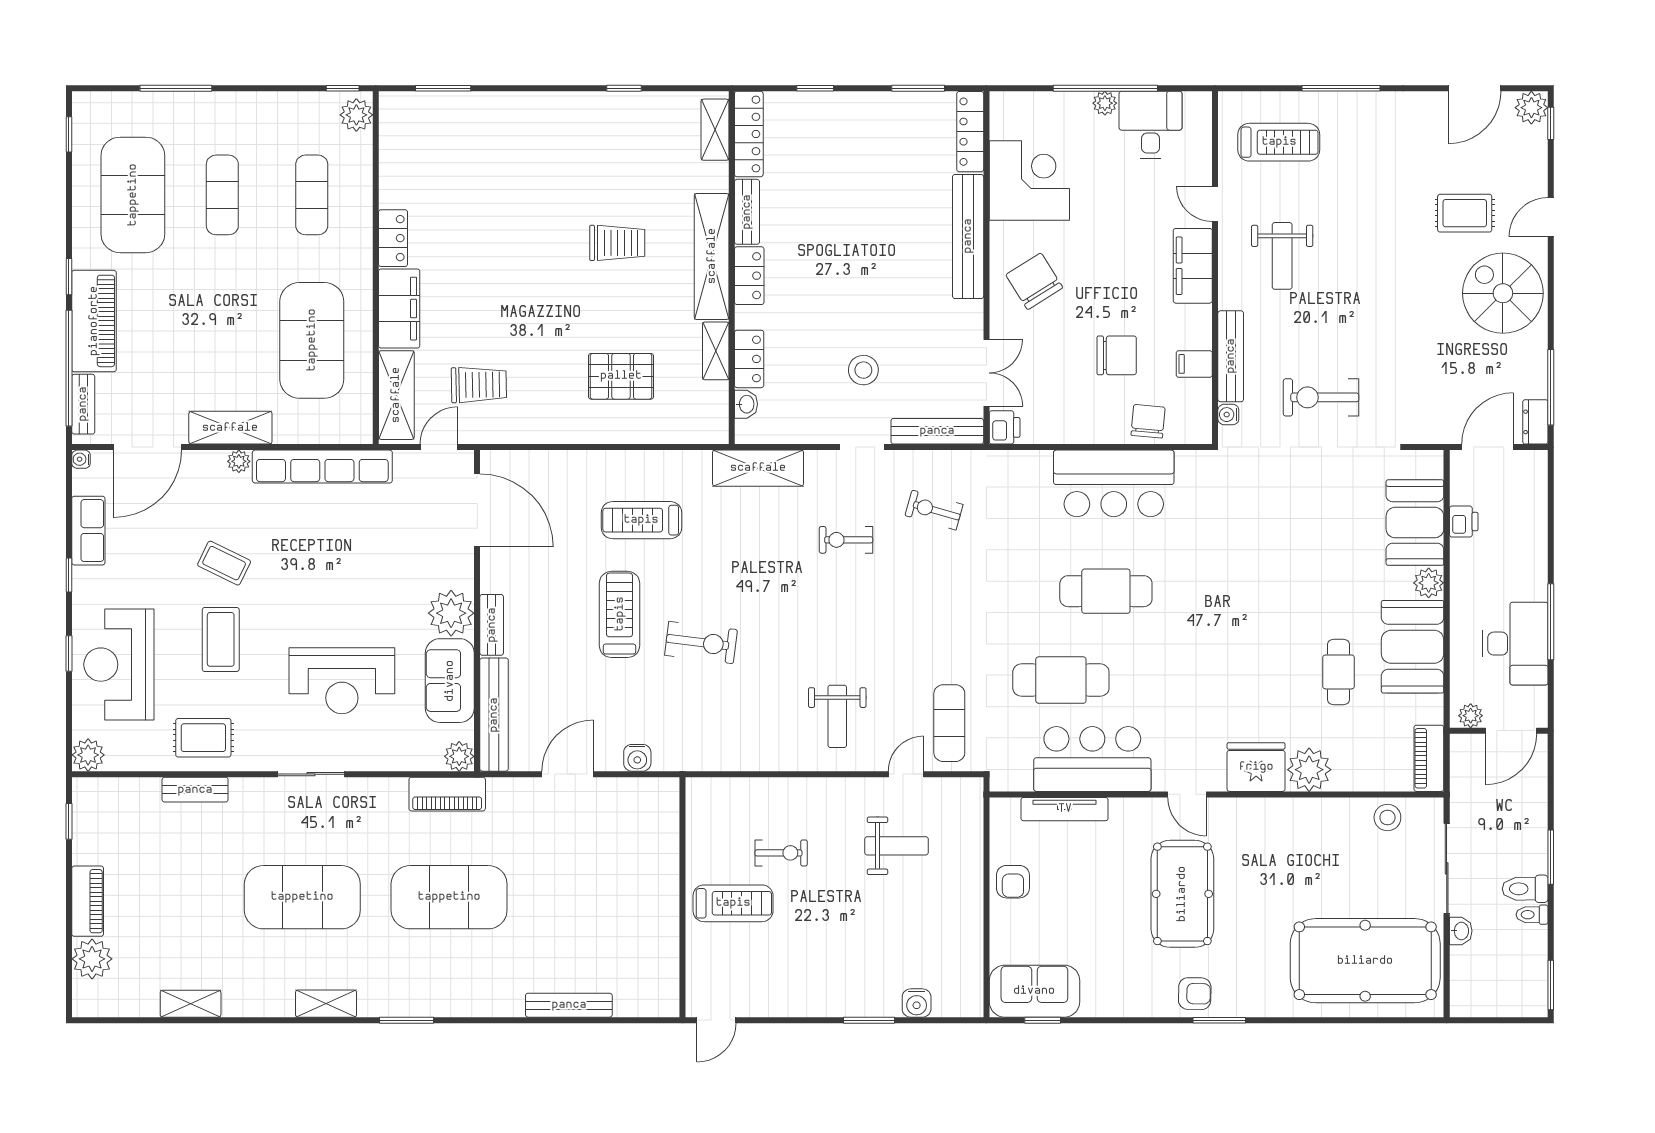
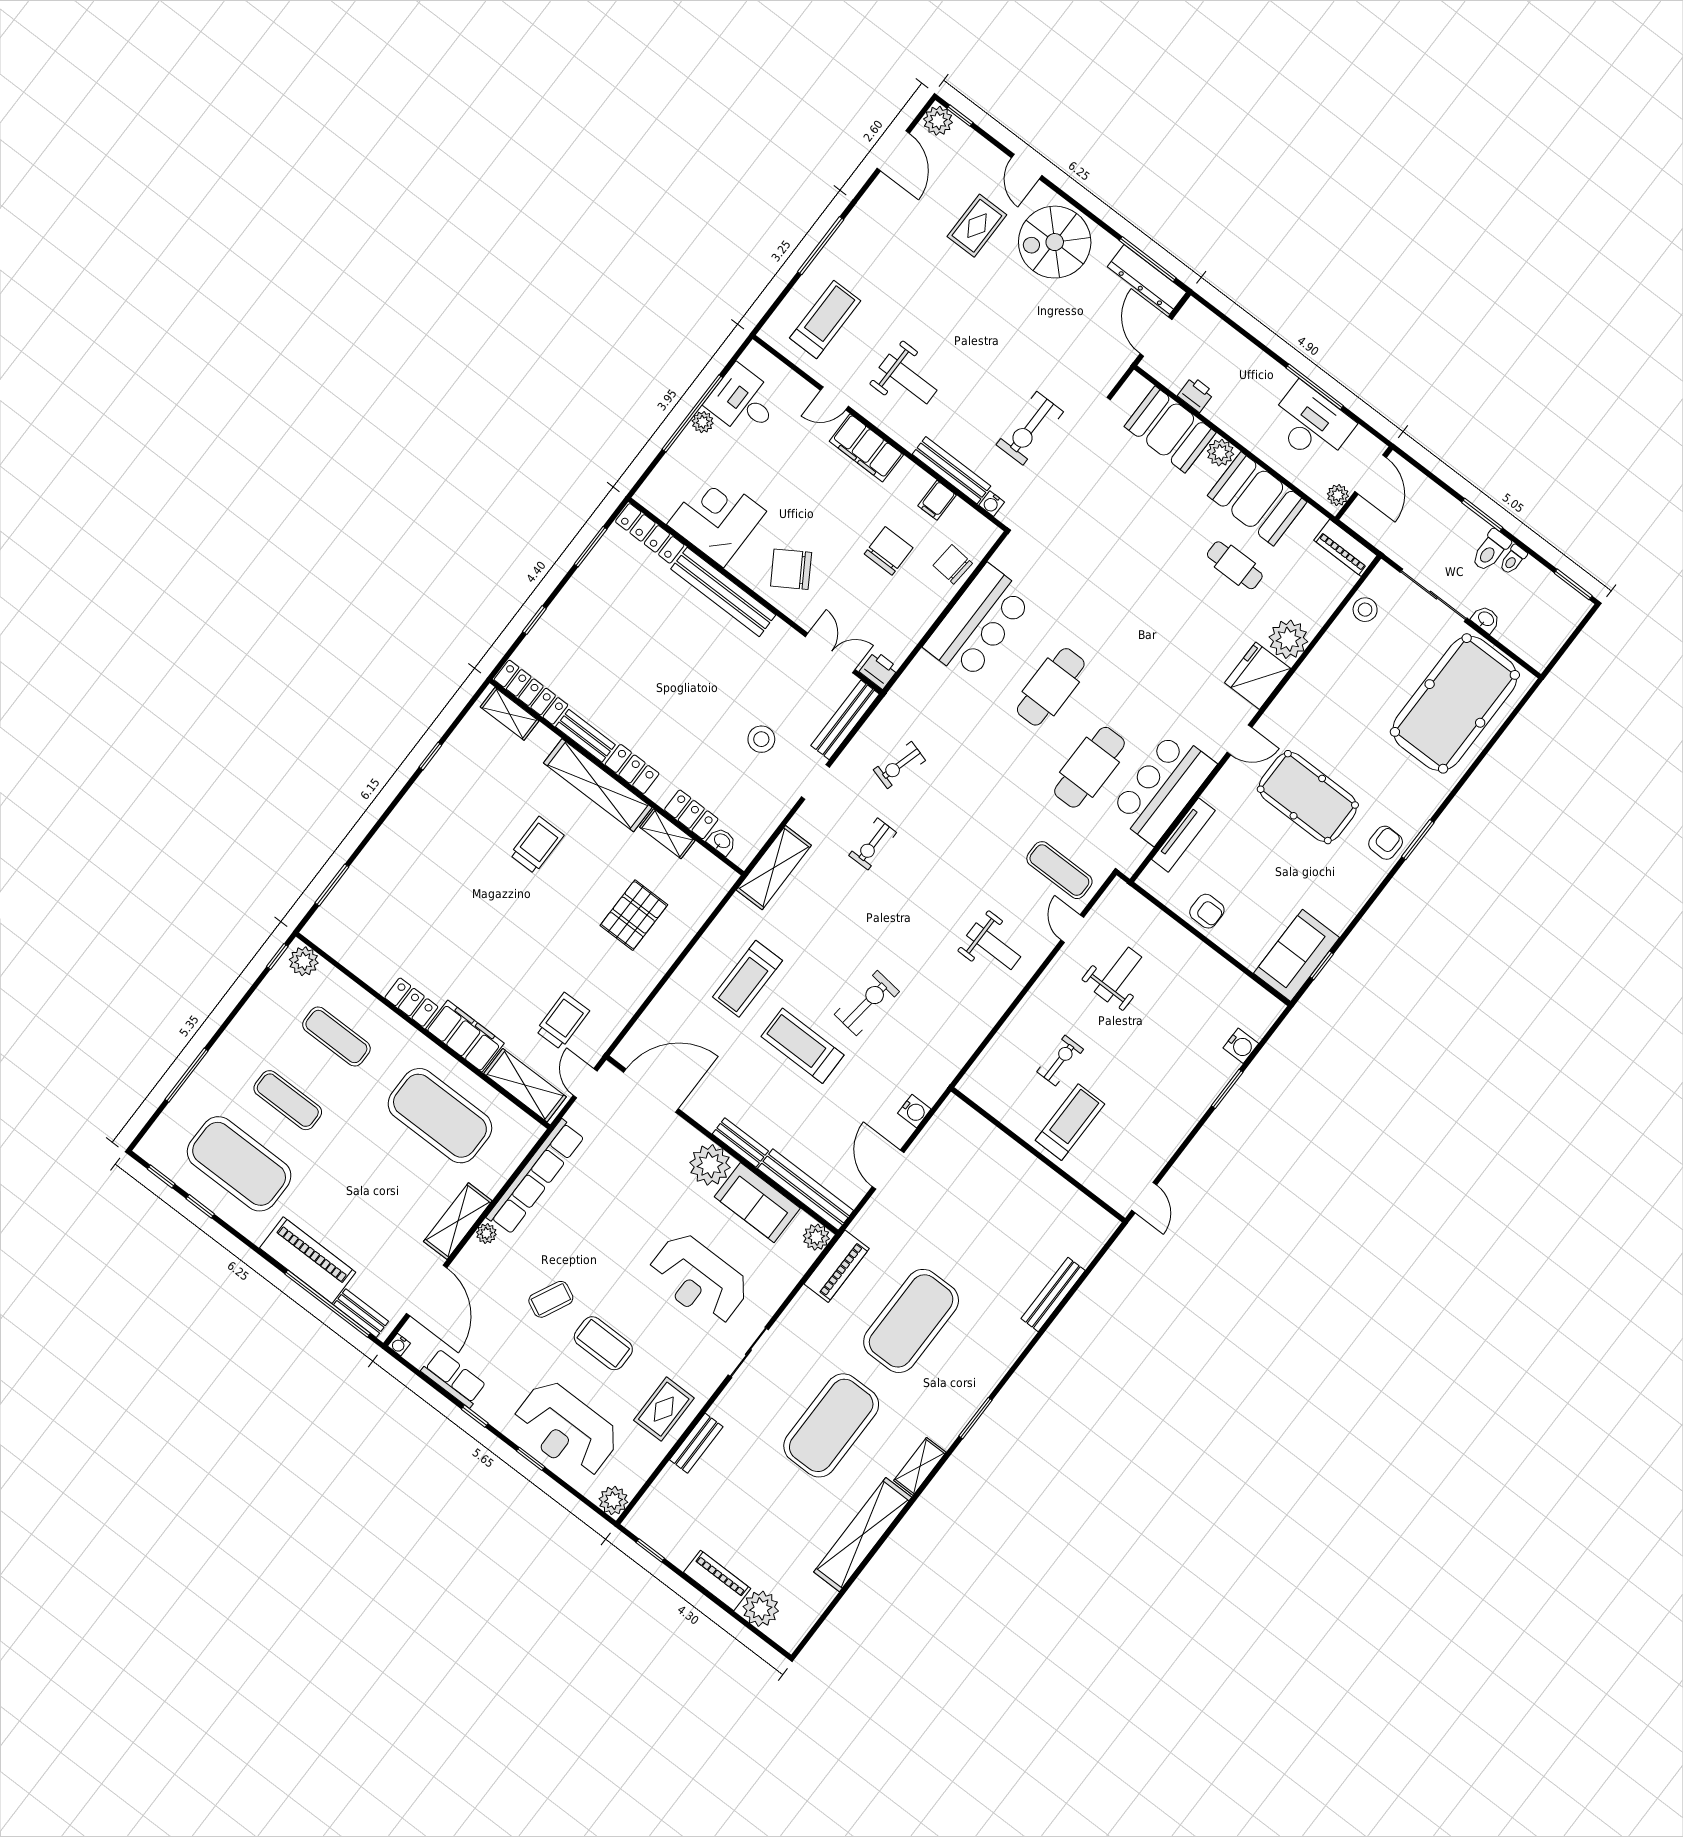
window: (69, 277) -> (200, 1206), moved
dresser: (1535, 422) -> (1147, 279), width x1.96, depth x1.24
reception desk: (342, 681) -> (699, 1279), turned 90
shelving: (191, 1004) -> (863, 1535), width x2.20, depth x1.33

